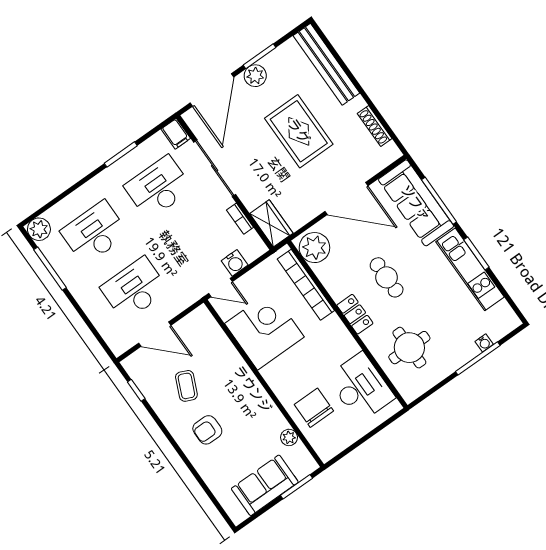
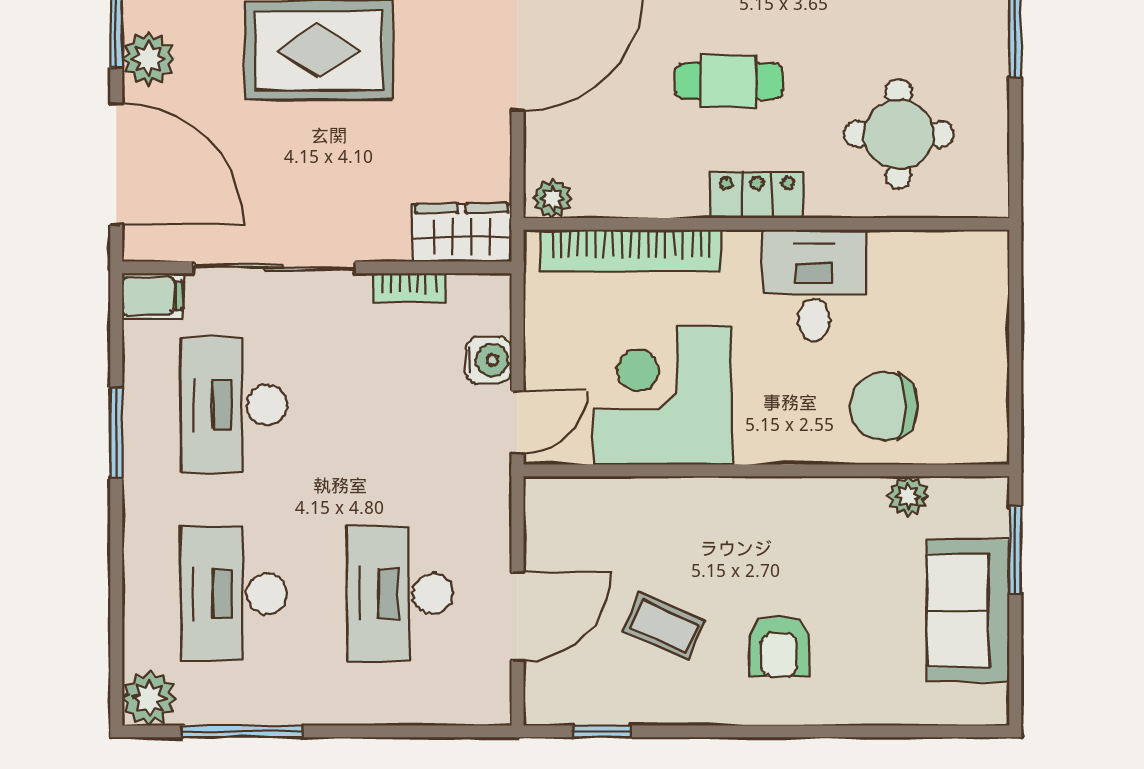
plant: (314, 248) -> (552, 199), width x0.53, depth x0.53
desk: (361, 387) -> (814, 285), moved, width x0.73

